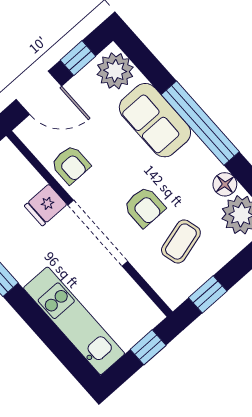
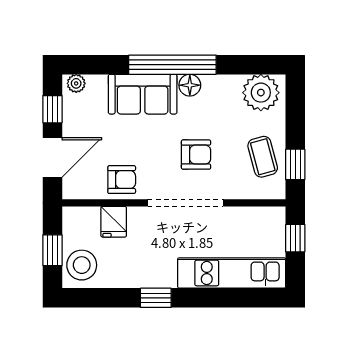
plant: (115, 71) -> (76, 83), width x0.53, depth x0.53
floor lamp: (225, 184) -> (190, 85), moved
fridge: (46, 205) -> (114, 222), moved
coffee table: (181, 242) -> (263, 157), moved

